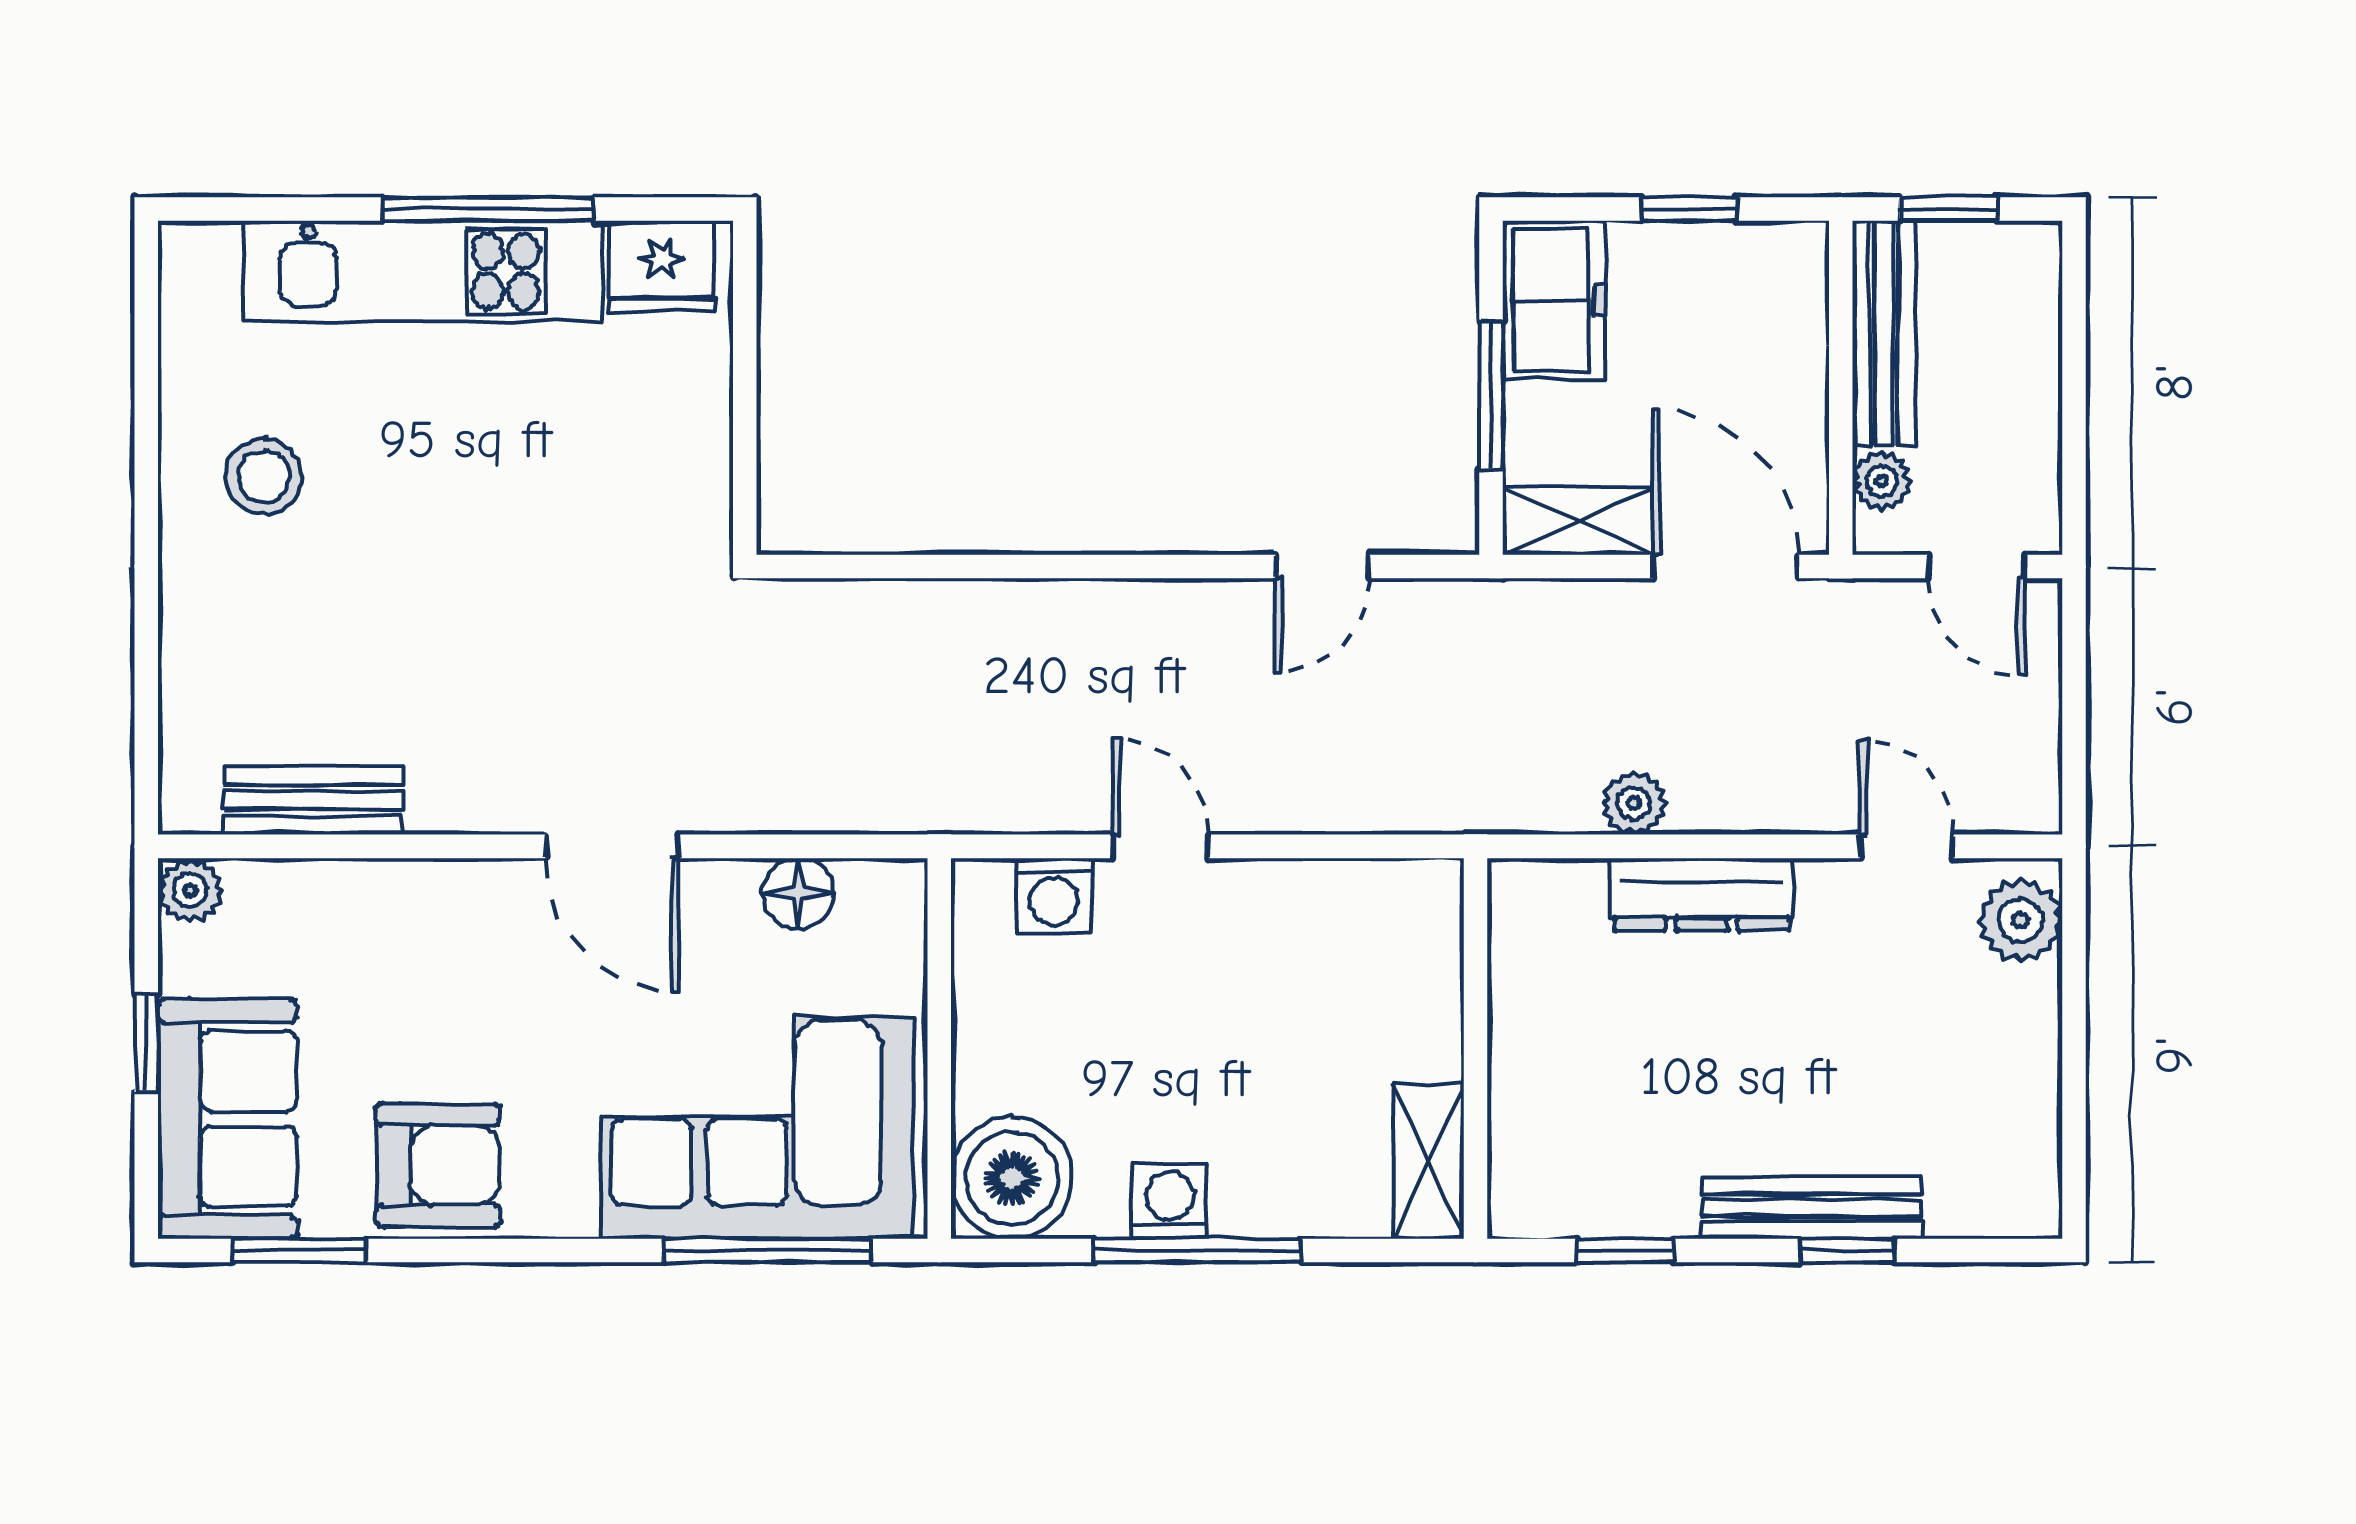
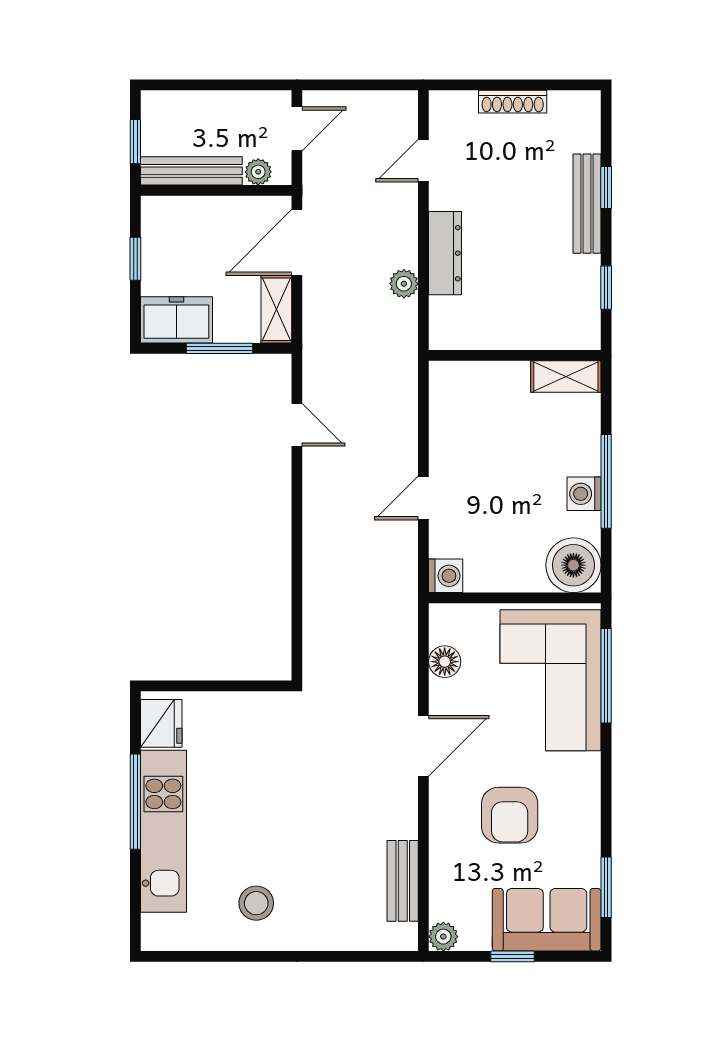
washing machine: (1054, 895) -> (446, 576), moved
plant: (2020, 920) -> (457, 109), removed
shoe rack: (2037, 1044) -> (513, 102), added
armchair: (438, 1165) -> (510, 815), moved, turned 180

